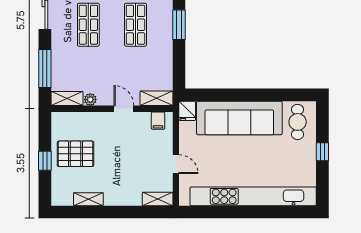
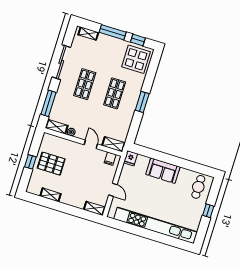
sofa: (239, 118) -> (163, 171), width x0.54, depth x0.79

